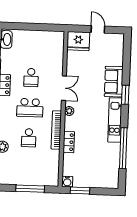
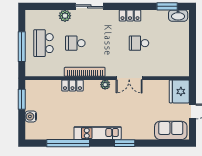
sofa: (114, 82) -> (171, 130), moved
school desk: (30, 108) -> (44, 43), moved
water cooler: (67, 182) -> (31, 116), moved

